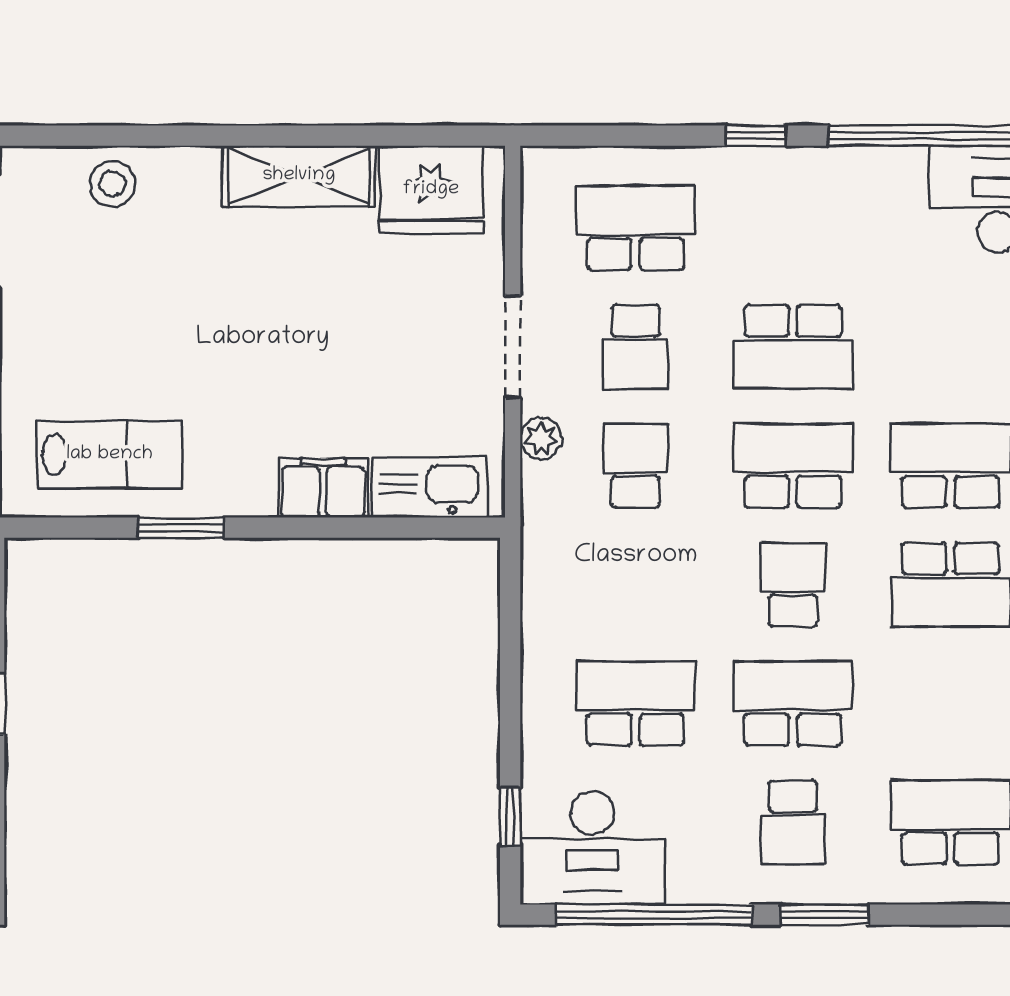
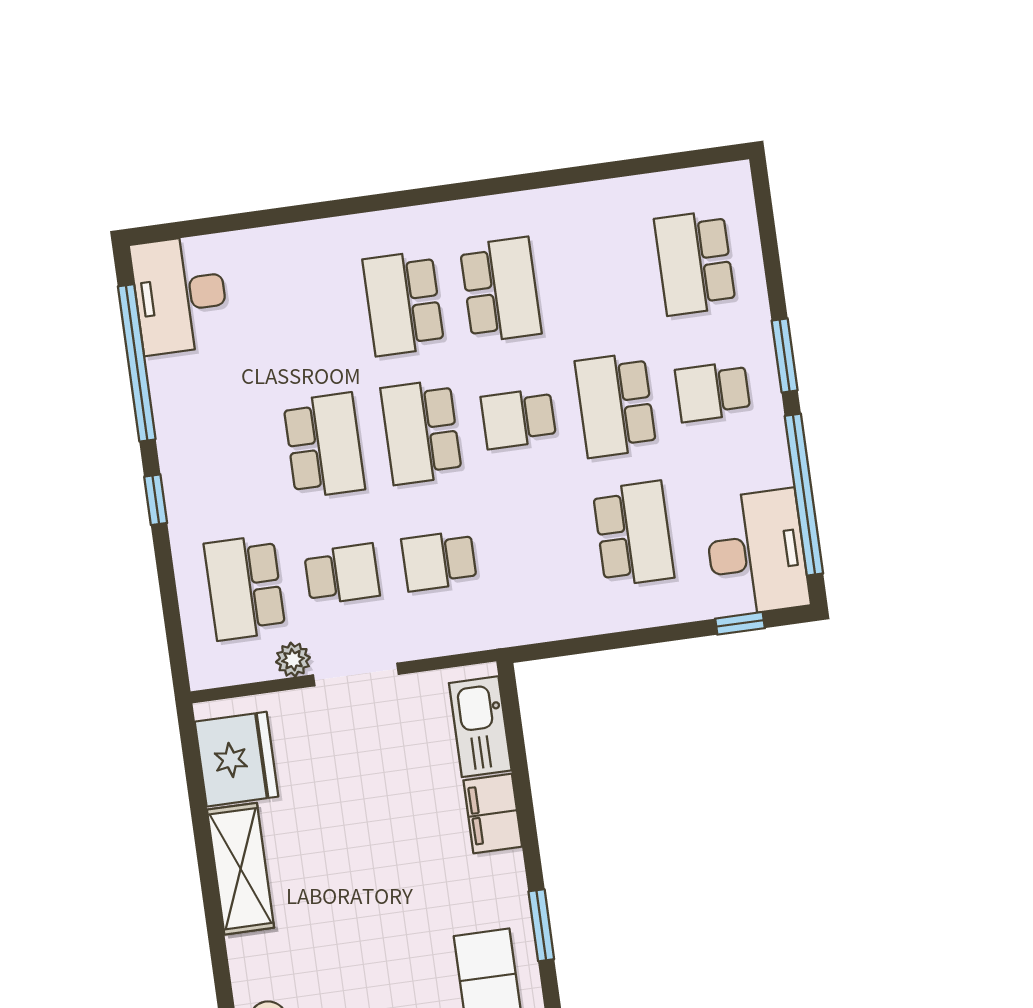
plant: (541, 439) -> (293, 660), moved
school desk: (635, 703) -> (633, 534), turned 180
school desk: (793, 822) -> (713, 391), turned 180

